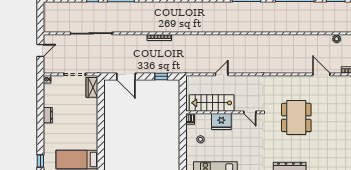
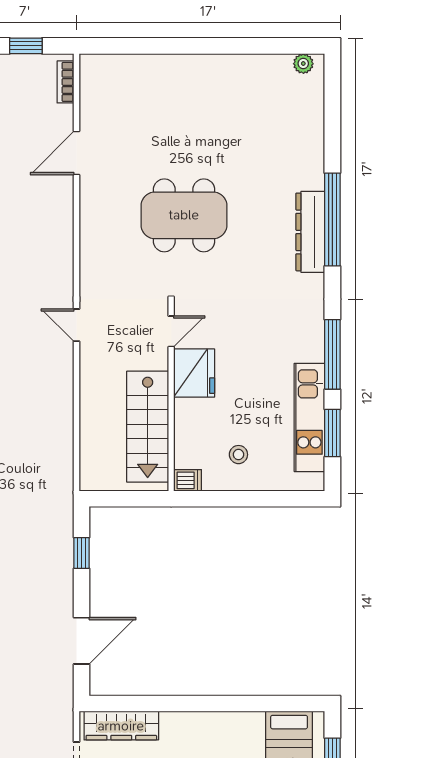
door: (222, 74) -> (76, 325), moved
wardrobe: (92, 87) -> (121, 726), width x1.50
fridge: (221, 122) -> (194, 373), moved

